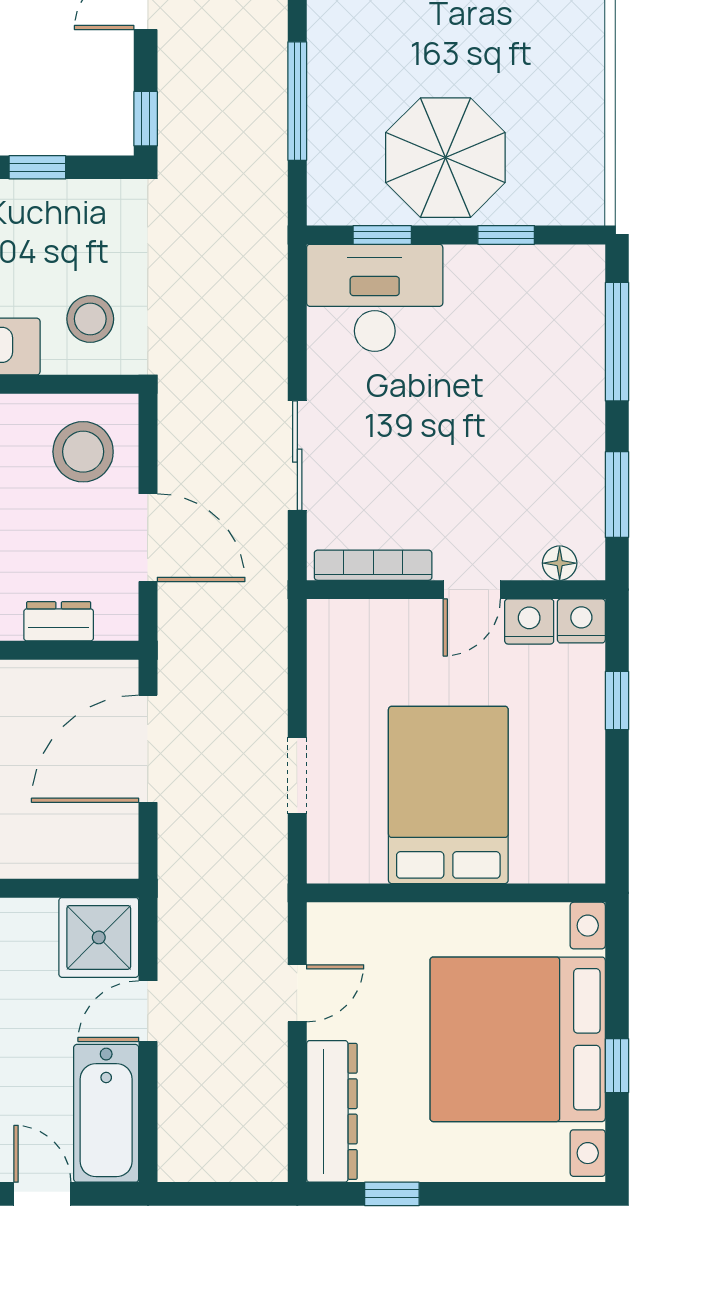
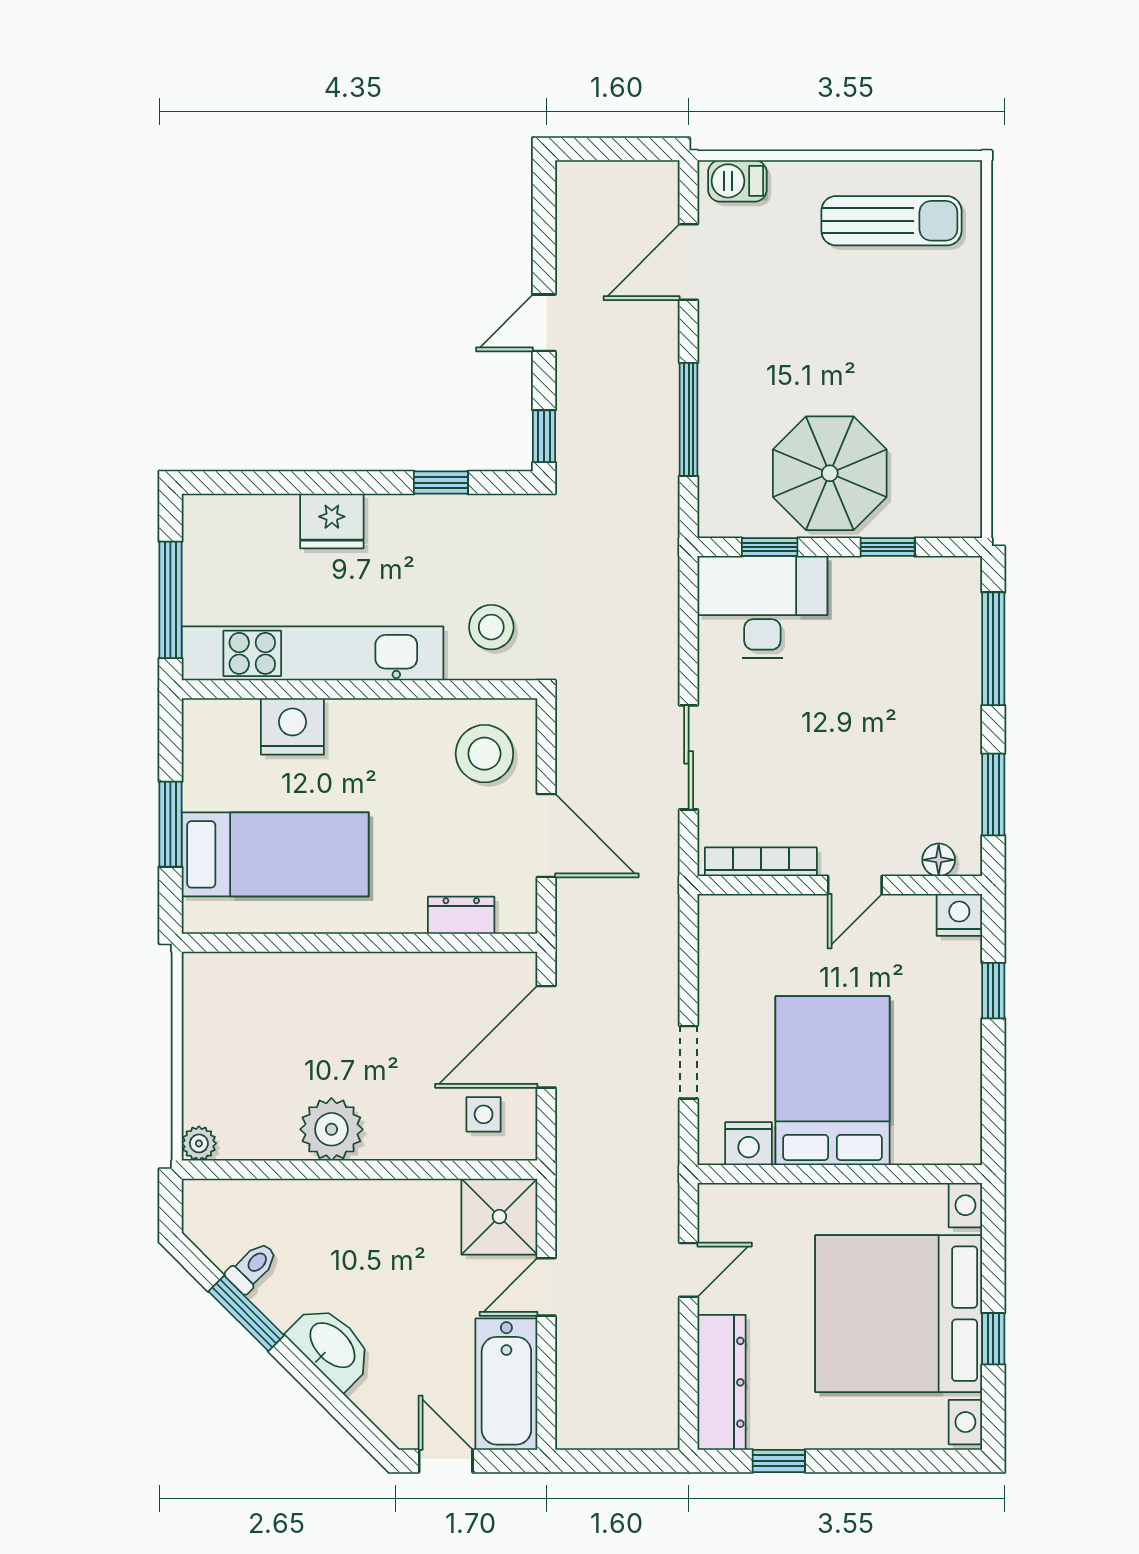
nightstand: (529, 621) -> (749, 1144), moved, turned 180
side table: (82, 830) -> (484, 1114), added

